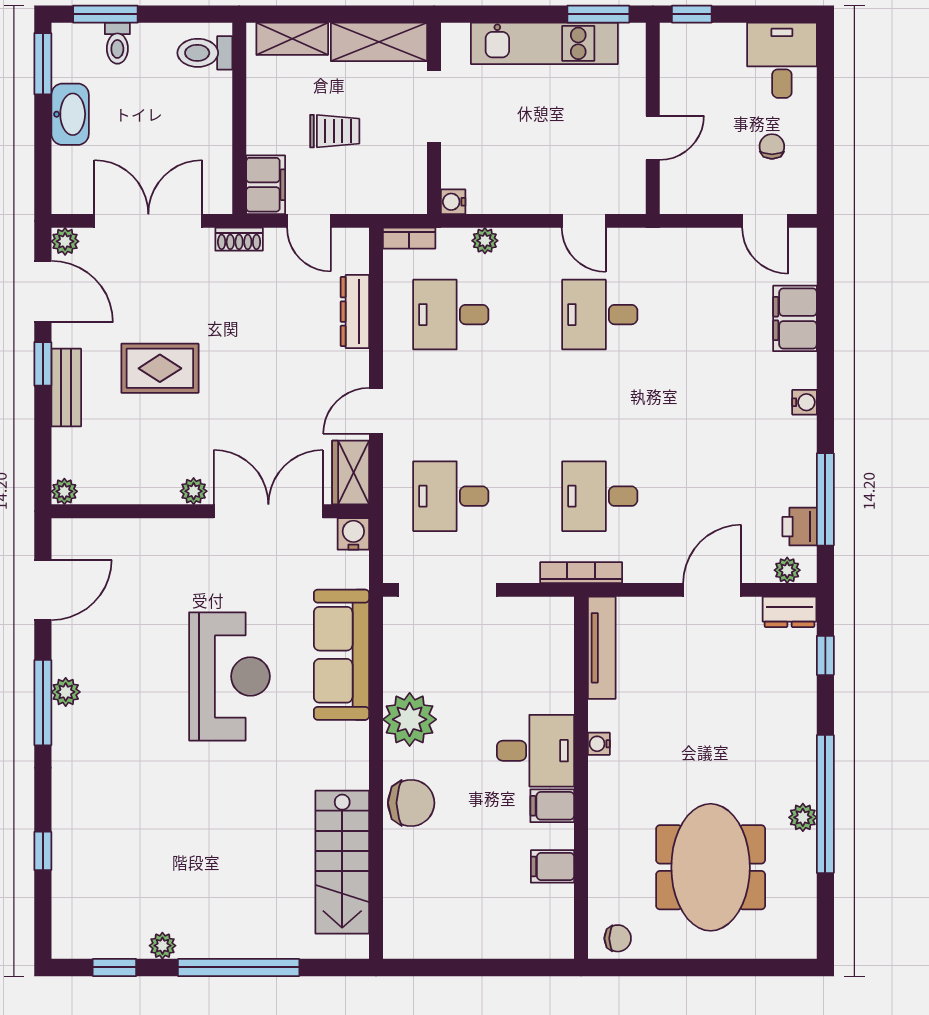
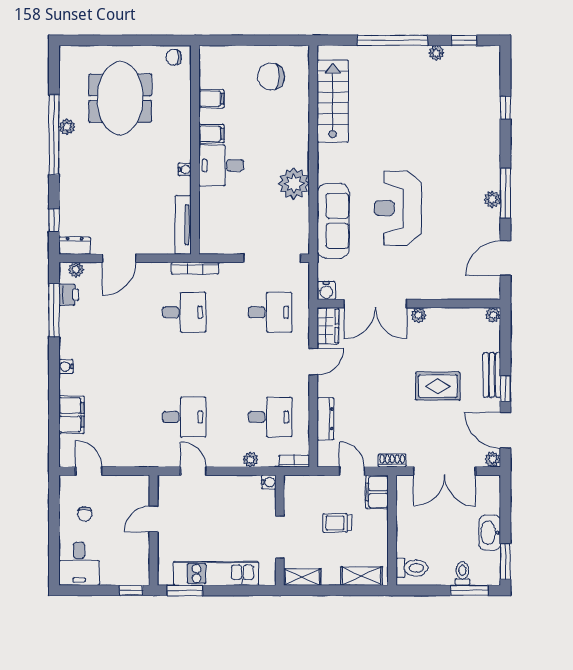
shelving: (379, 42) -> (302, 577), width x0.67, depth x0.75
chair: (411, 803) -> (271, 76), moved

